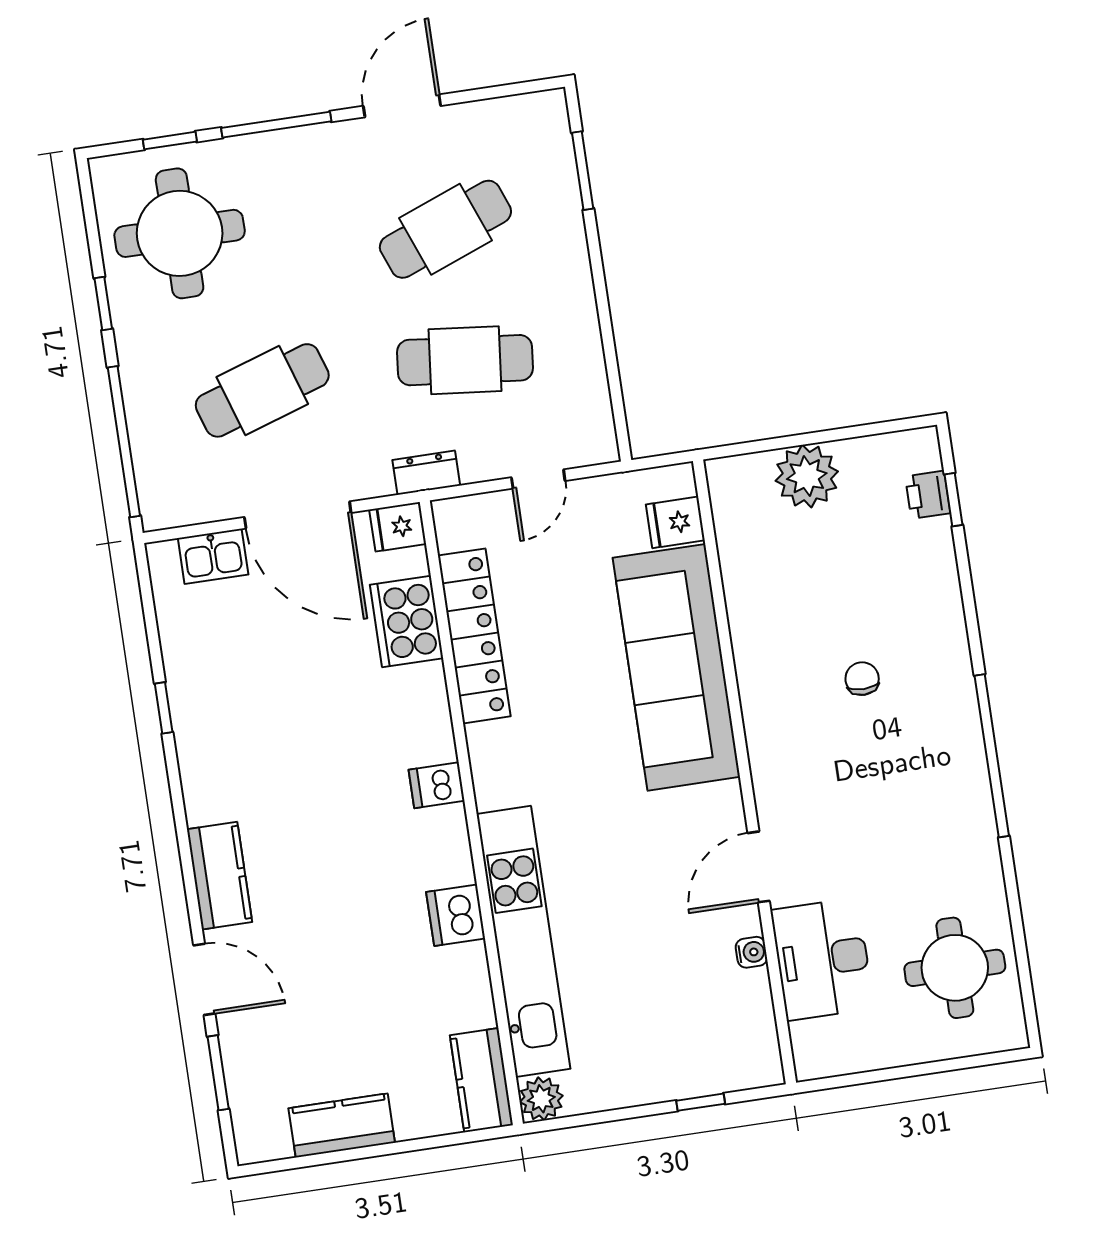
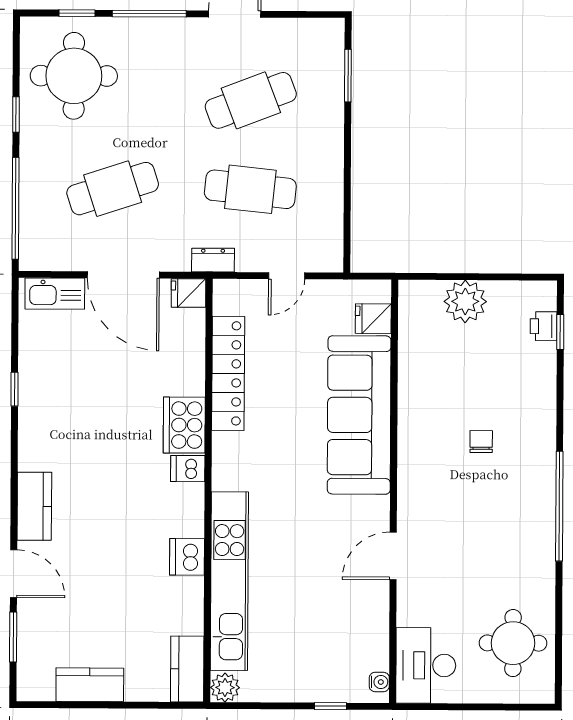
kitchen sink: (213, 556) -> (55, 294), width x1.38
cooker: (406, 622) -> (184, 425), moved
water cooler: (751, 952) -> (379, 682), moved
desk: (822, 959) -> (426, 665), moved

